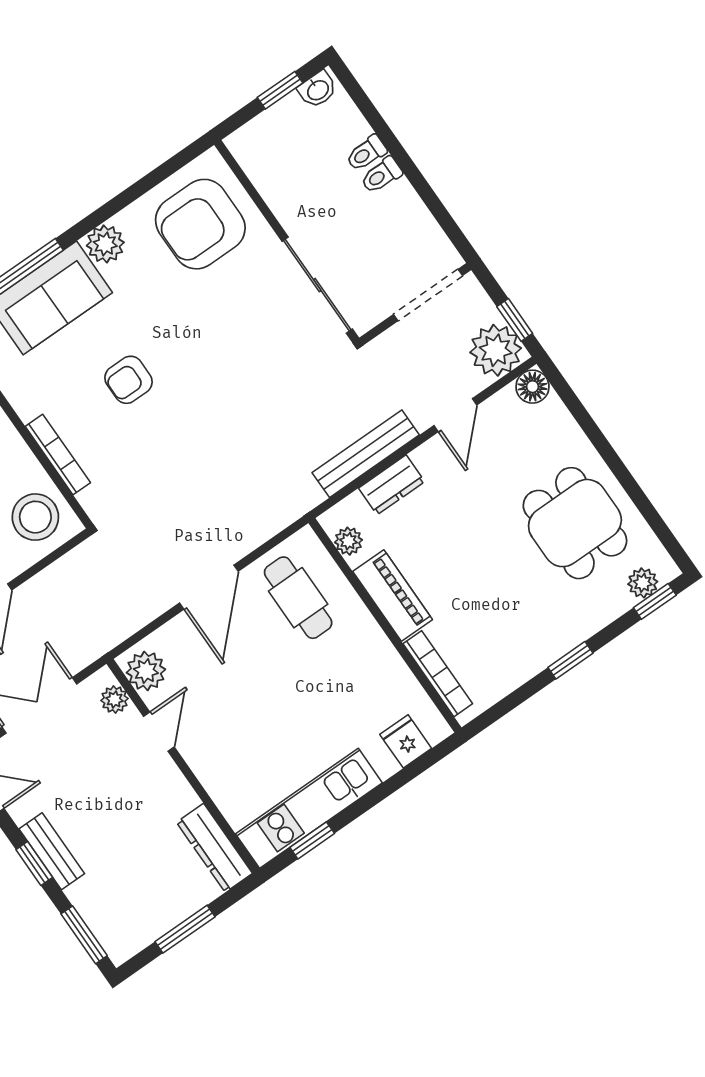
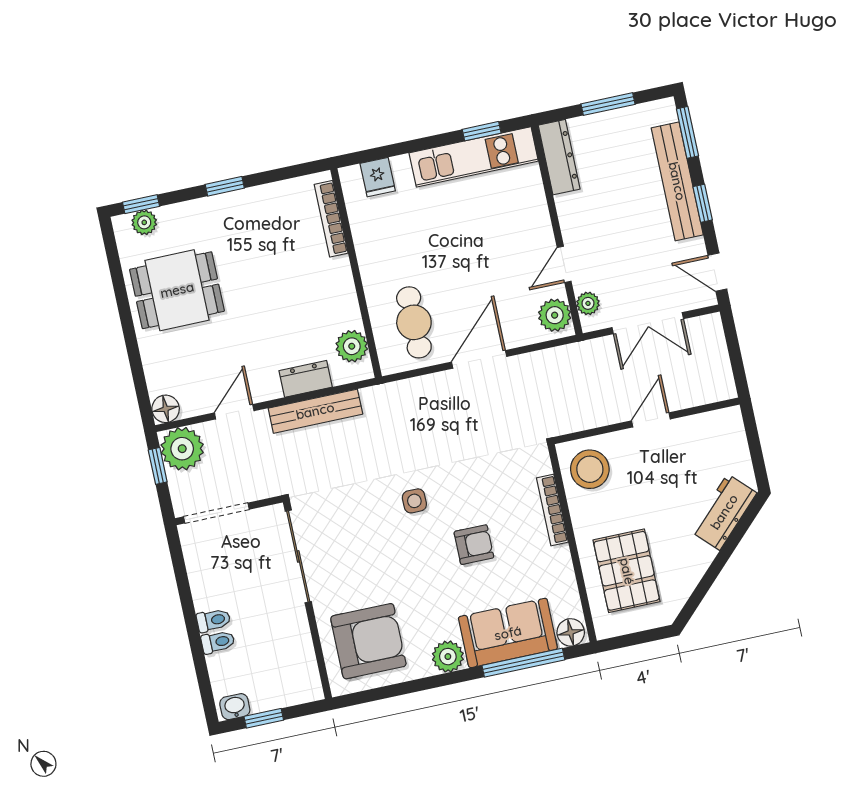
side table: (215, 400) -> (414, 501), added
dining table: (575, 523) -> (177, 290), turned 90
plant: (348, 541) -> (352, 346), width x1.38, depth x1.38
piano: (393, 596) -> (341, 293), removed
bench: (52, 851) -> (677, 181), width x1.86, depth x1.21

